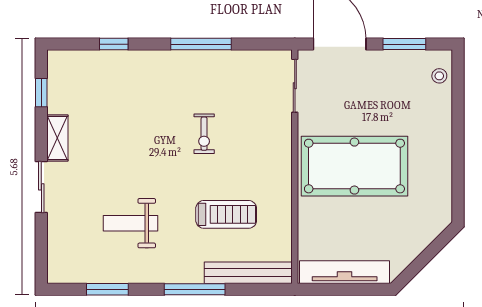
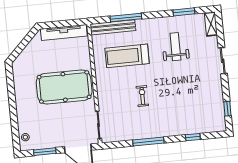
shelving: (57, 138) -> (211, 24), moved
treadmill: (226, 214) -> (127, 56), width x1.37, depth x1.38
weight bench: (130, 223) -> (175, 47), turned -90
window: (195, 289) -> (126, 18), moved

